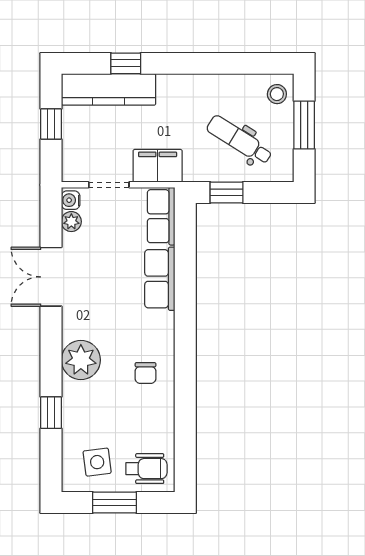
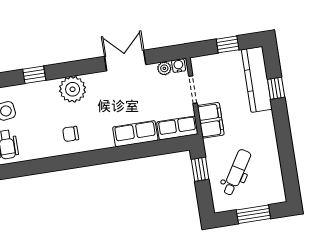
stool: (277, 94) -> (271, 193), removed

